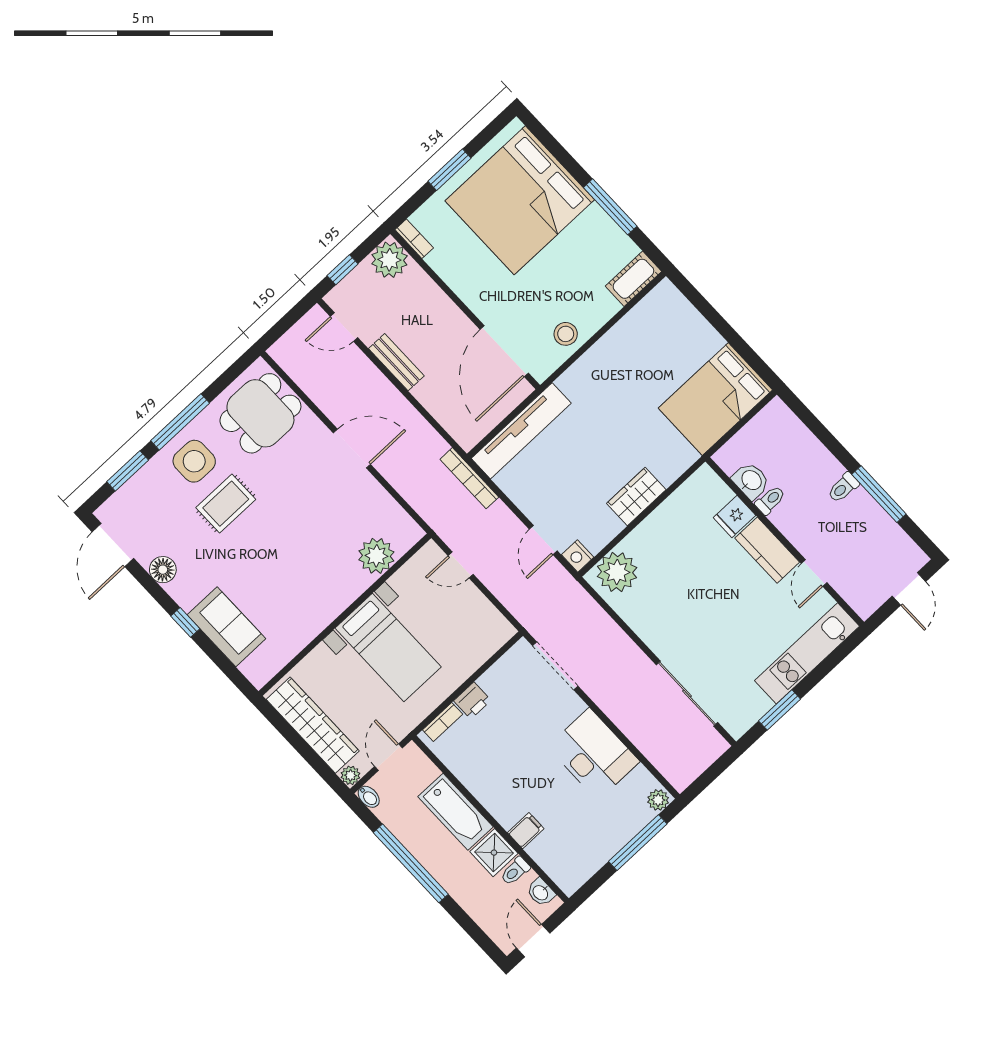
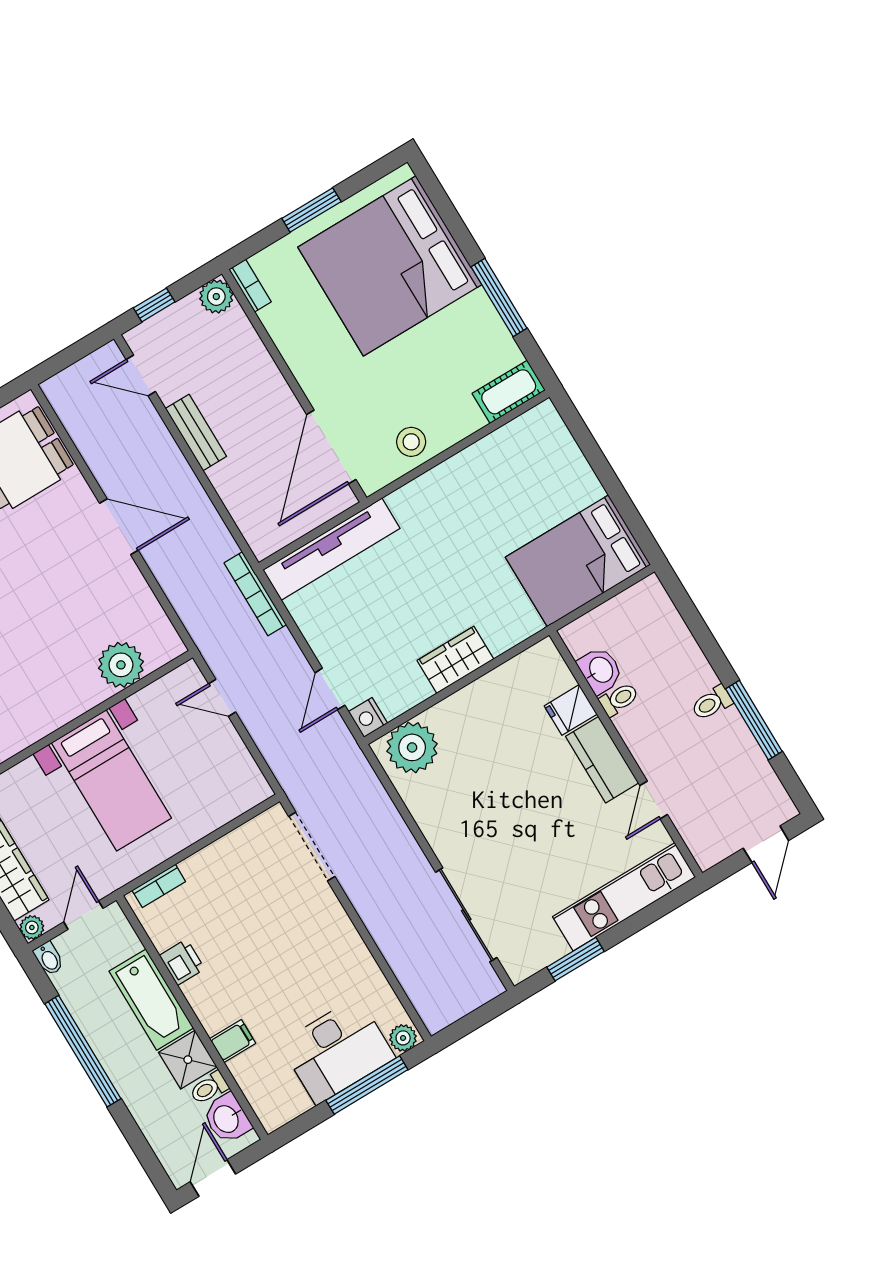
plant: (389, 260) -> (216, 297), width x0.73, depth x0.73
printer: (472, 701) -> (182, 962), moved, turned -90
desk: (594, 754) -> (337, 1051), moved, turned 90
washbasin: (541, 892) -> (227, 1118), width x1.38, depth x1.45

